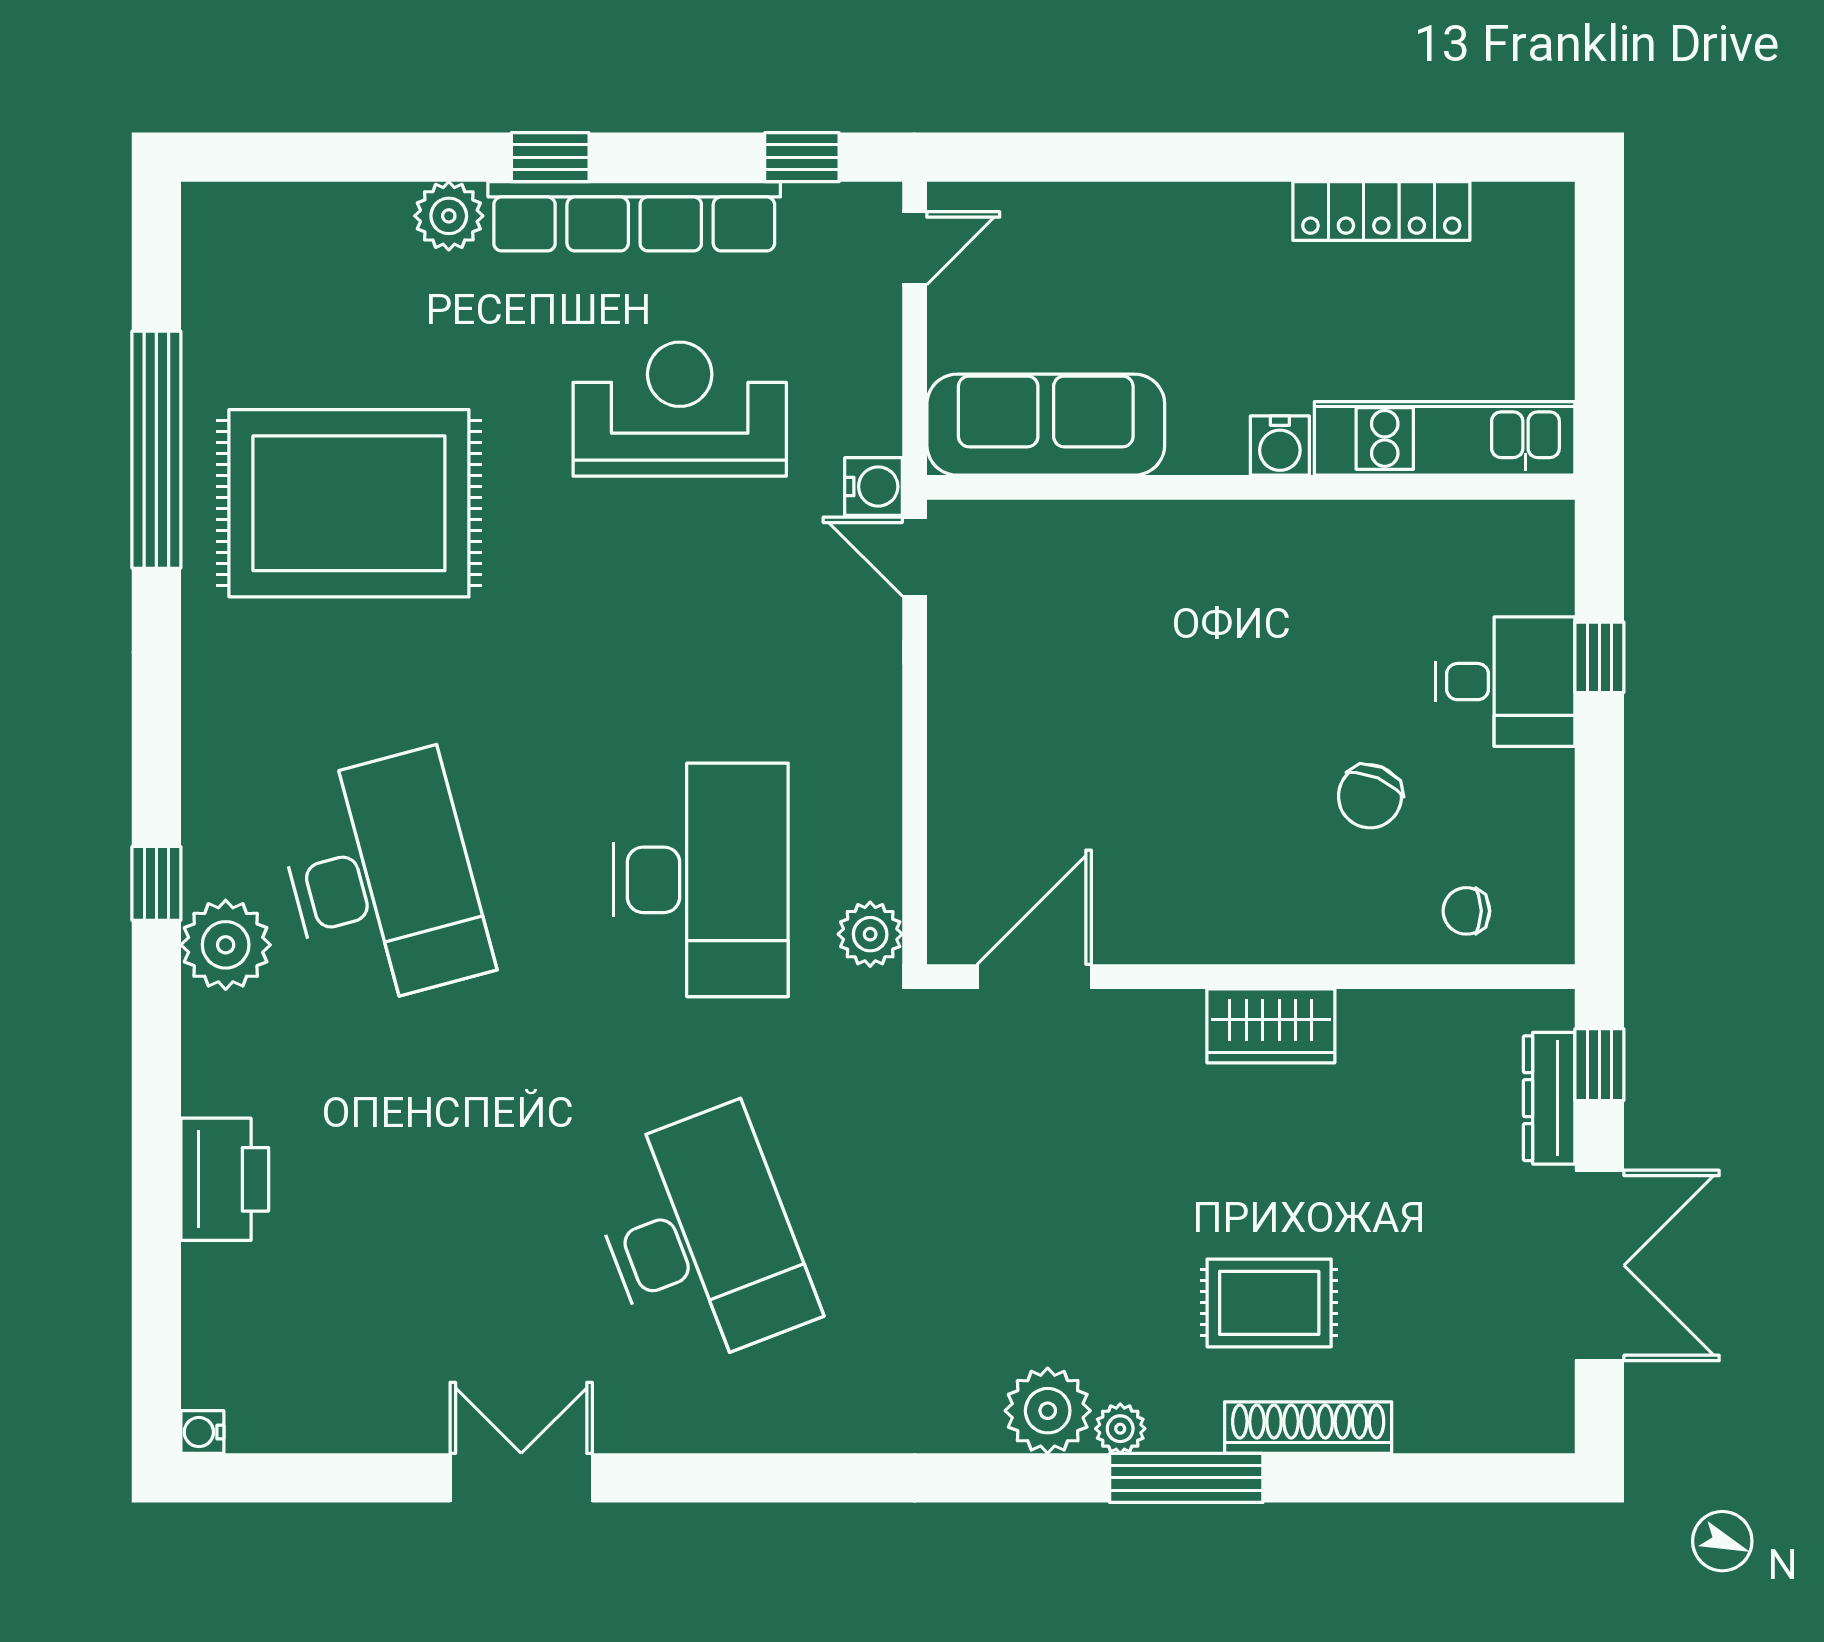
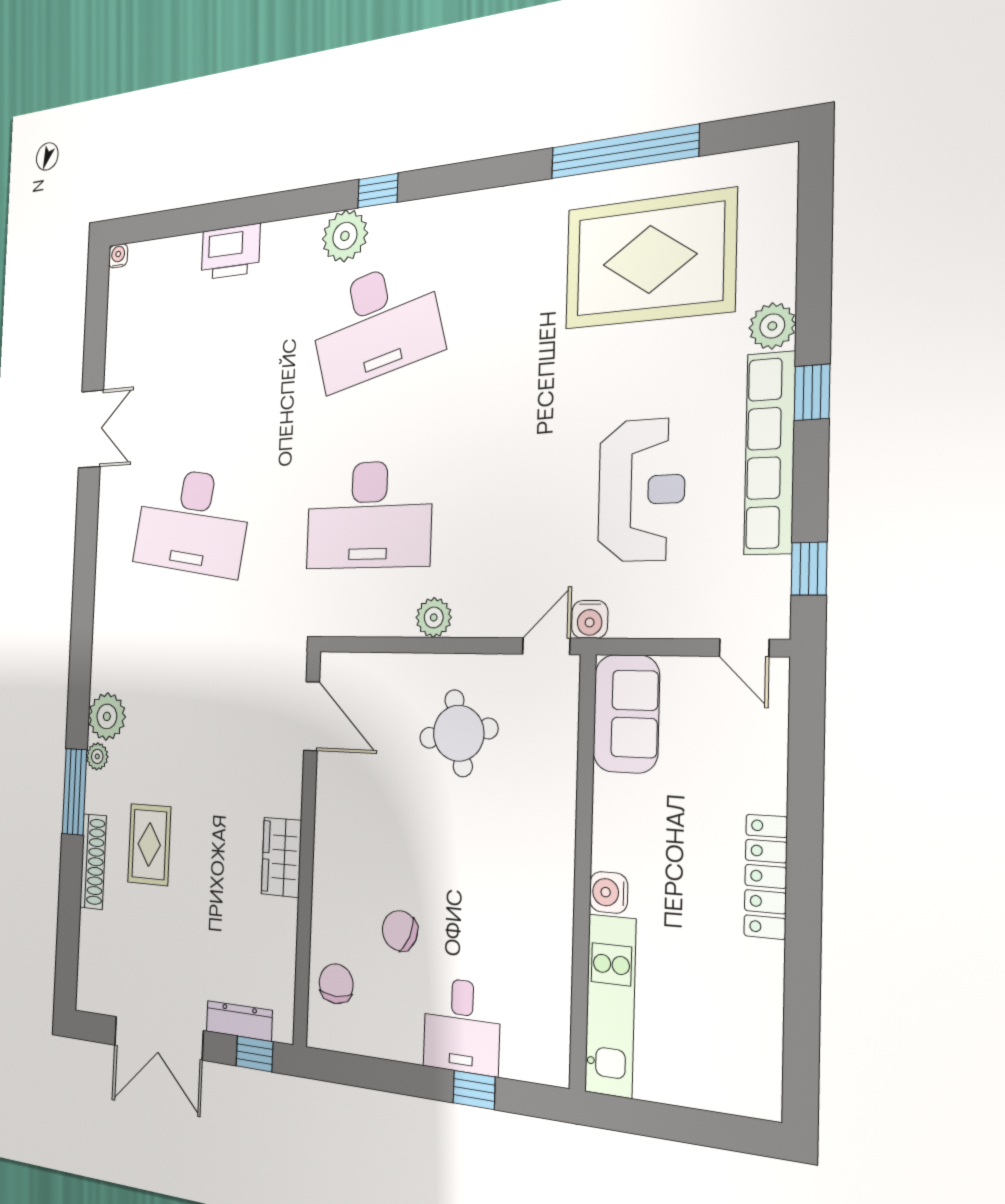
locker: (1381, 211) -> (766, 876), moved
sofa: (1046, 425) -> (626, 714), width x0.73
rug: (349, 503) -> (650, 259), moved, turned 90
round table: (1053, 702) -> (459, 733), added
chair: (1466, 911) -> (336, 984), width x1.37, depth x1.37
plant: (870, 934) -> (434, 617), moved
desk: (701, 1238) -> (192, 522), turned 30

